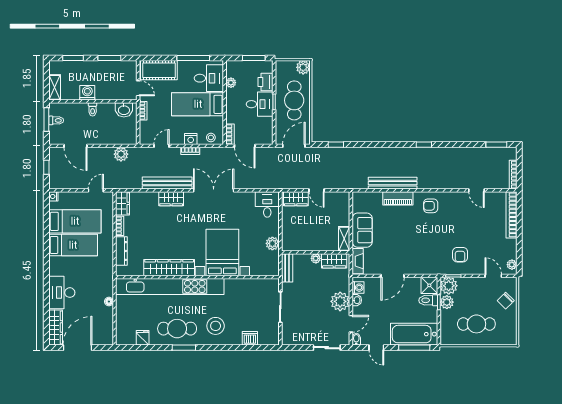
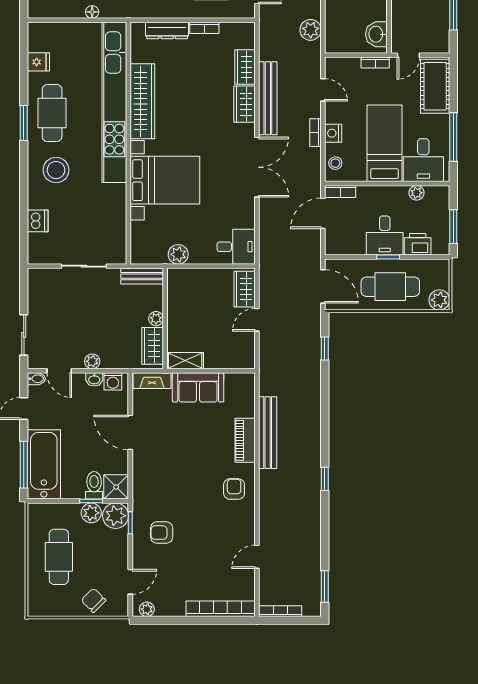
wardrobe: (123, 203) -> (245, 67), moved, turned 90
plant: (340, 301) -> (92, 361), width x0.53, depth x0.53

